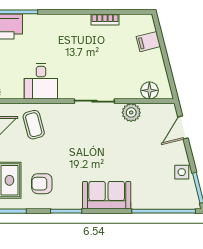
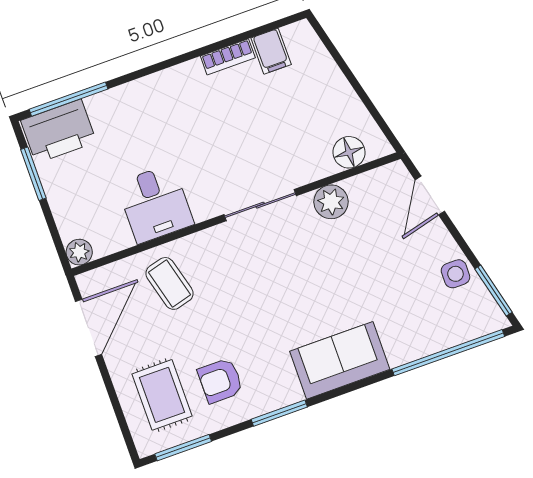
filing cabinet: (148, 42) -> (271, 51), moved, turned -76

